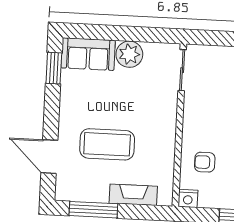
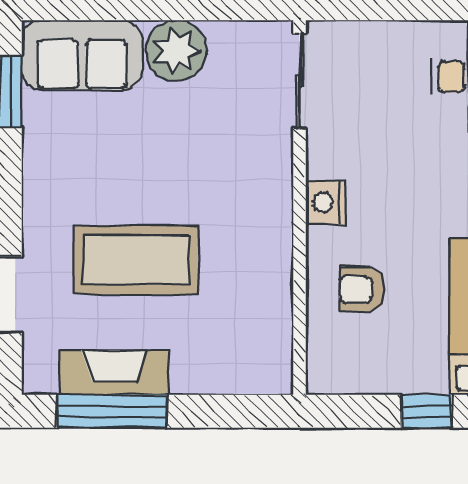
fireplace: (133, 195) -> (114, 372), moved
nightstand: (188, 198) -> (326, 202), moved, turned 90

